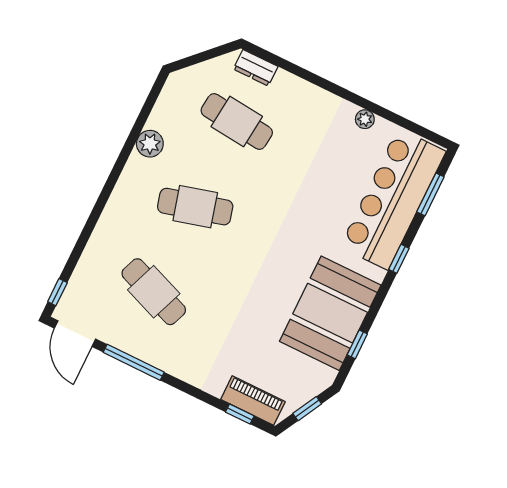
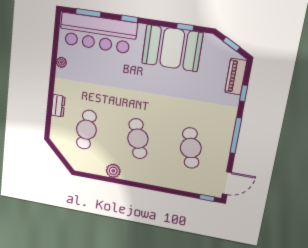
dresser: (256, 68) -> (58, 106), moved
cafe table: (154, 292) -> (191, 148), turned -33
window: (134, 362) -> (236, 136), moved
window: (240, 414) -> (244, 93), moved

